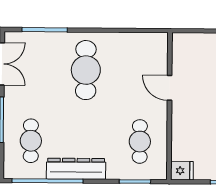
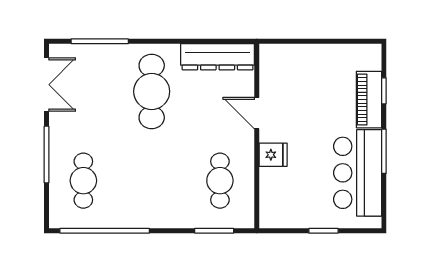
dresser: (76, 169) -> (218, 57), moved, turned 180
fridge: (182, 171) -> (273, 155), moved

